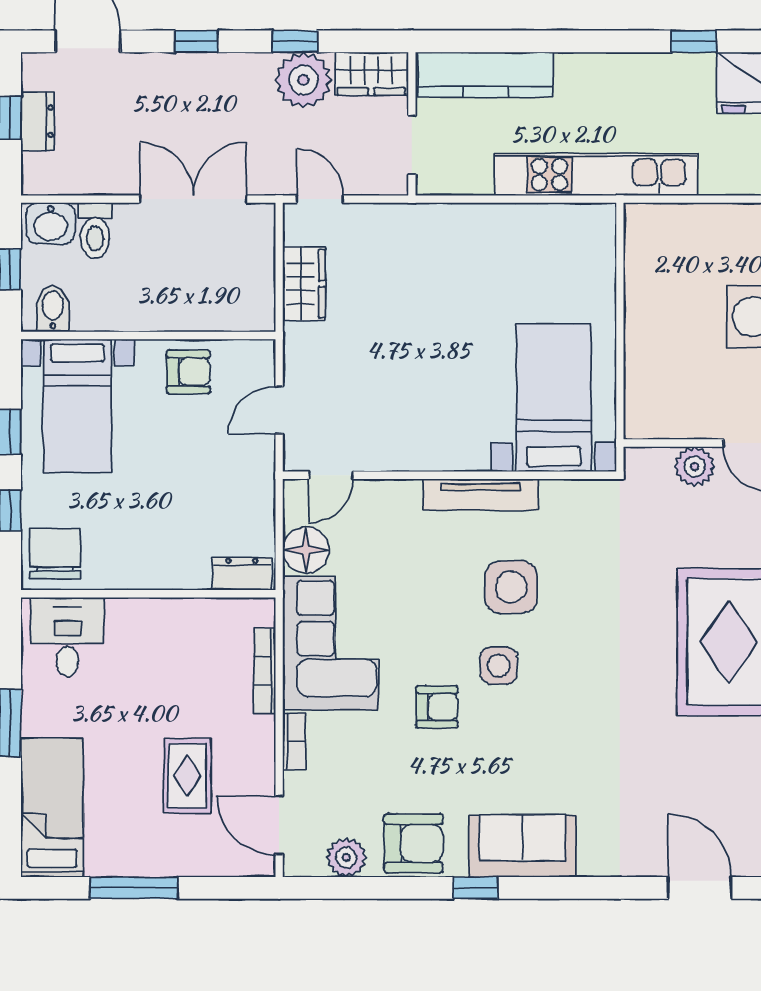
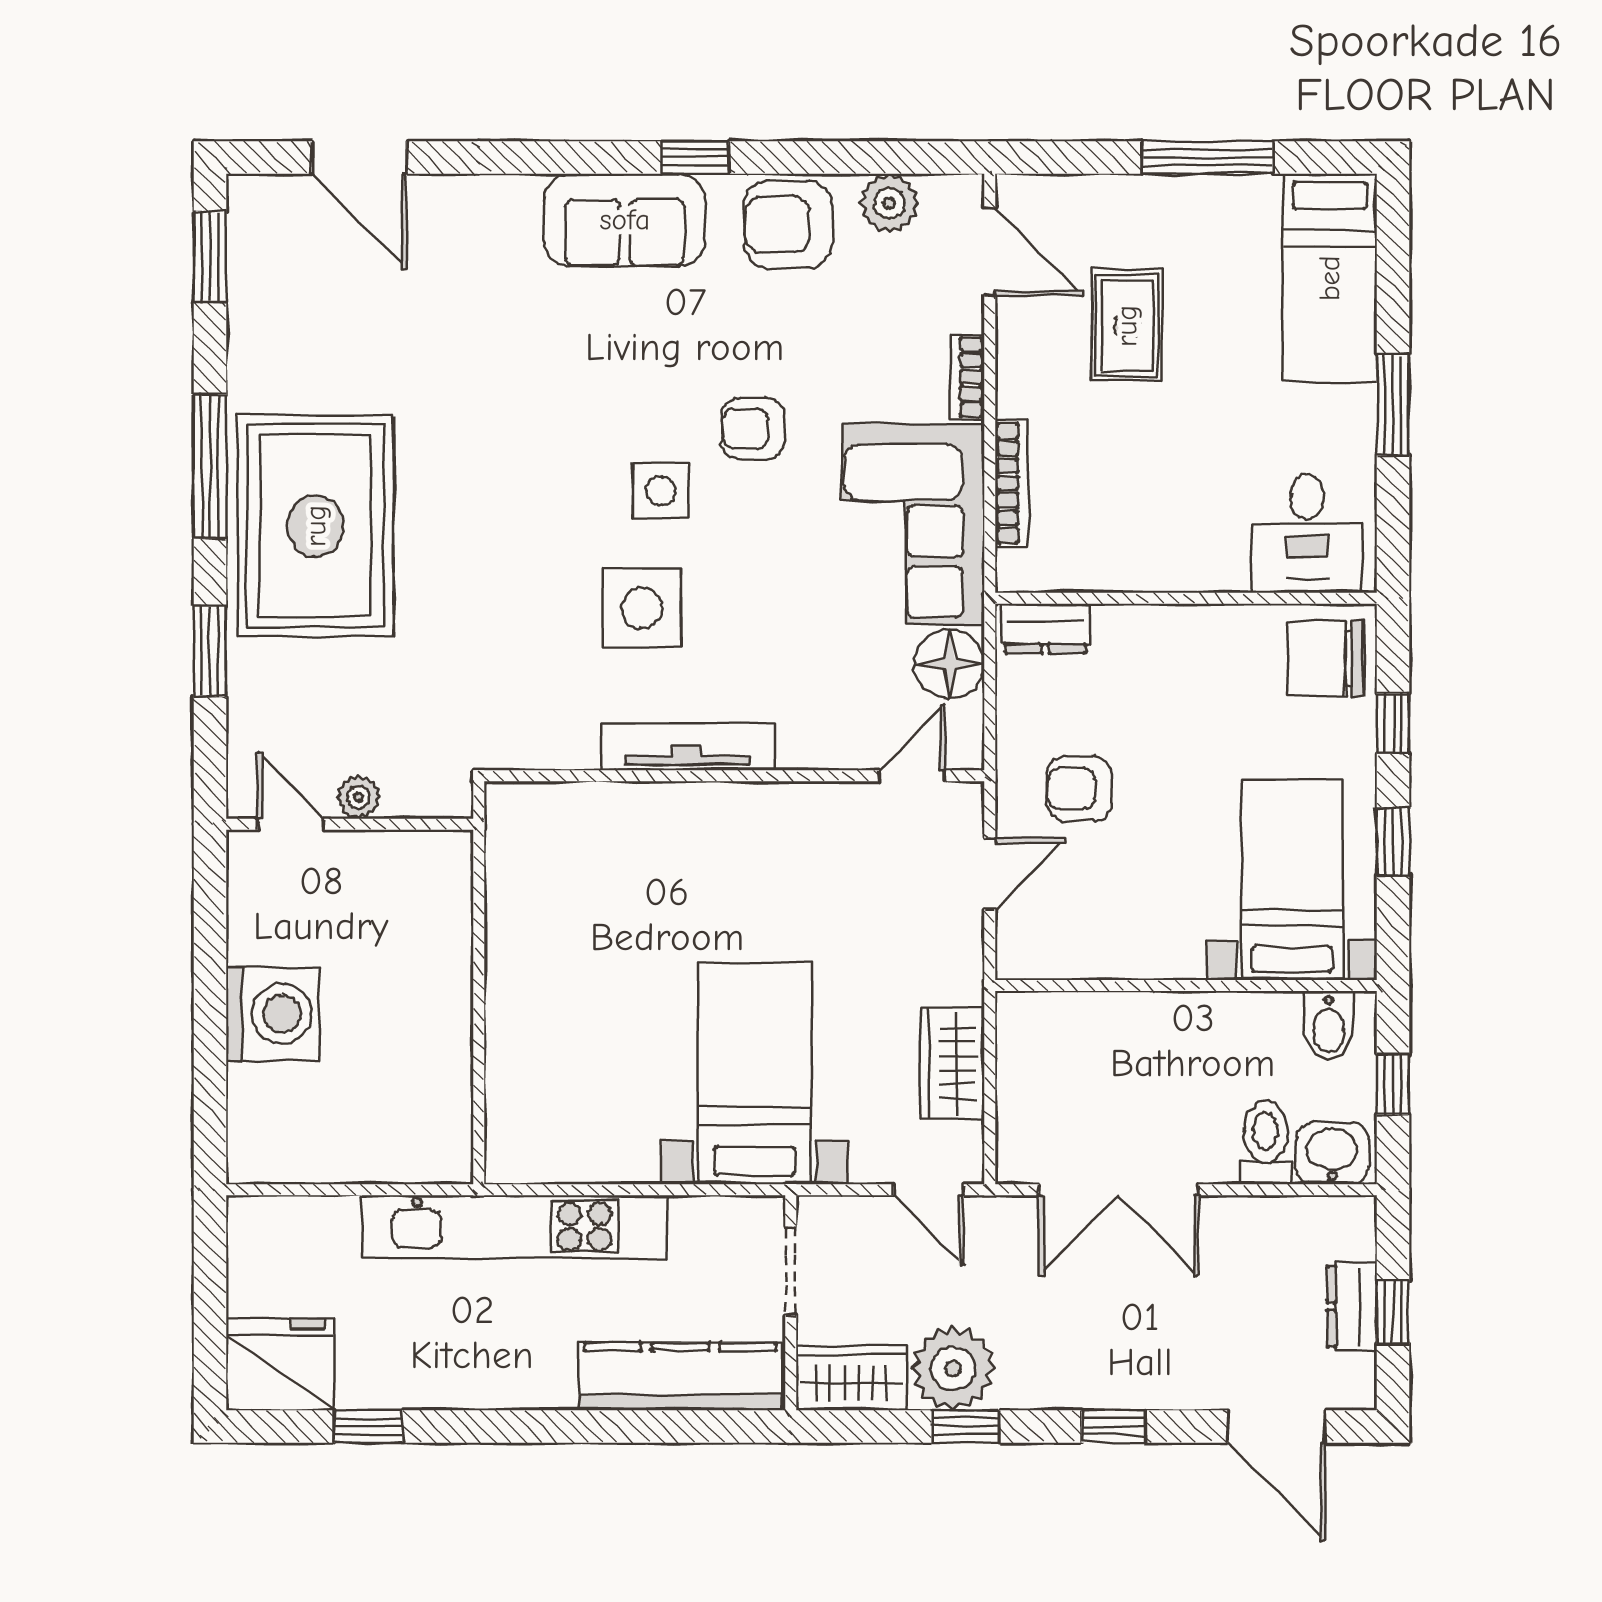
armchair: (188, 372) -> (1079, 789), moved
bed with nightstands: (554, 398) -> (755, 1074), moved, turned 180
plant: (695, 466) -> (359, 797), width x0.73, depth x0.73
chair: (55, 554) -> (1326, 658), turned 90

